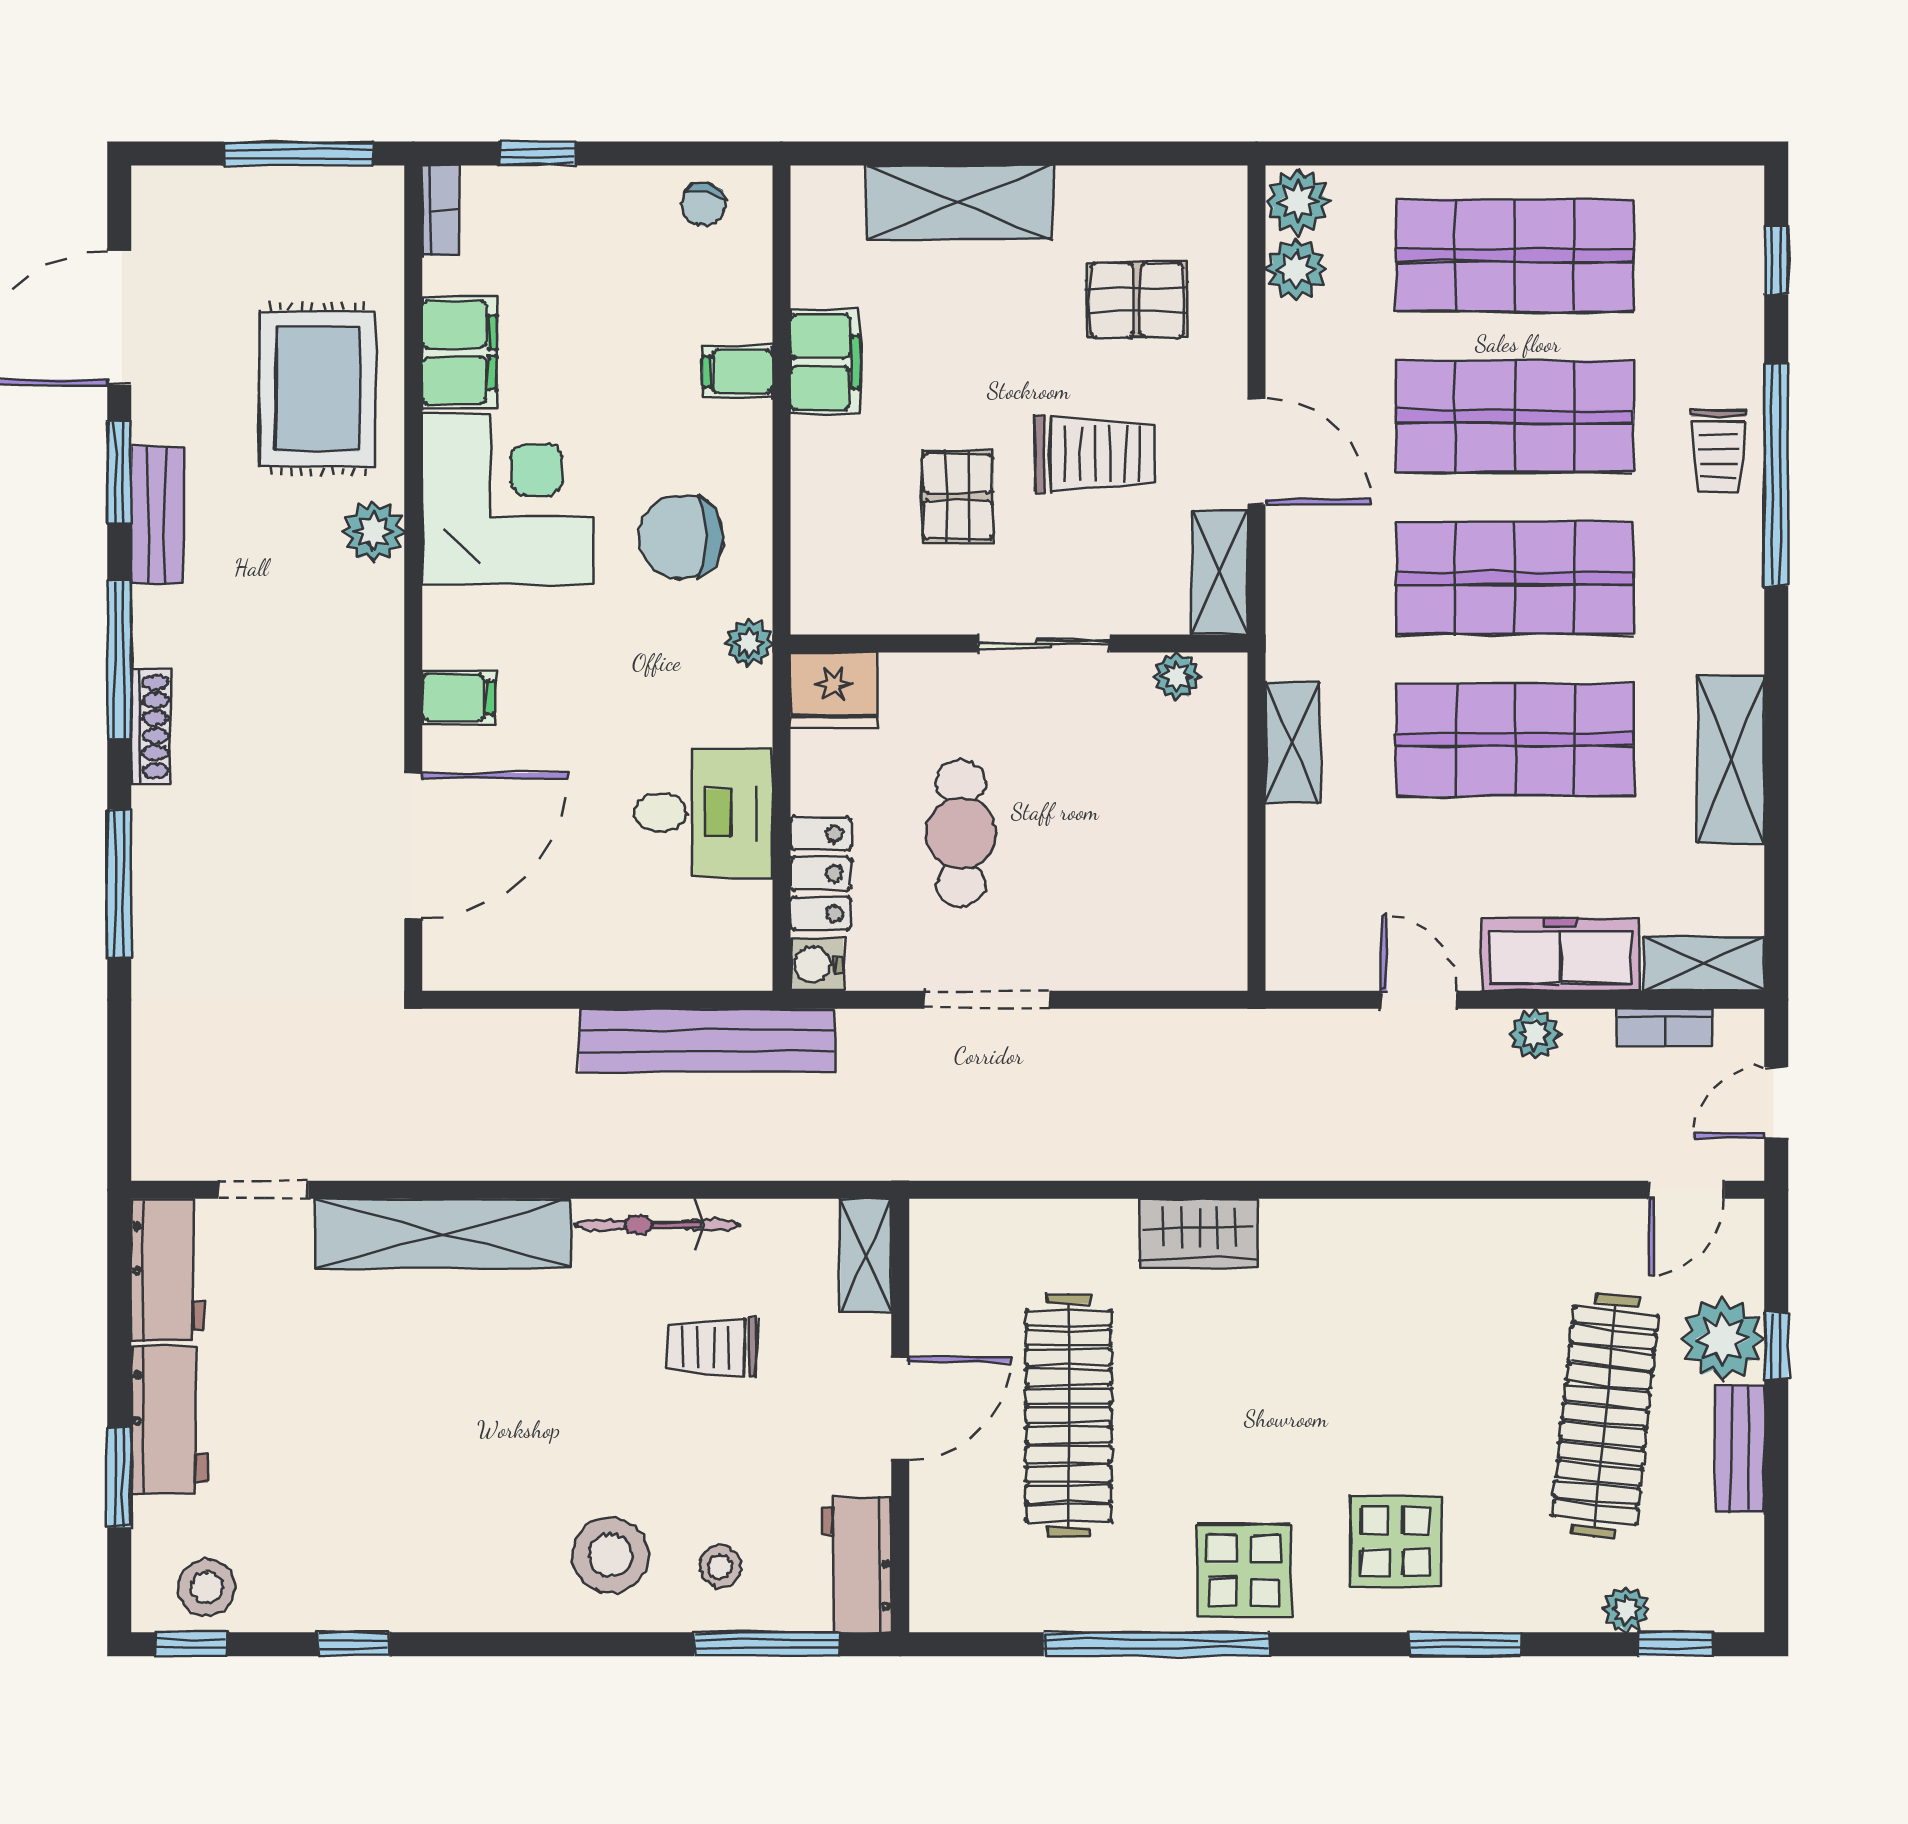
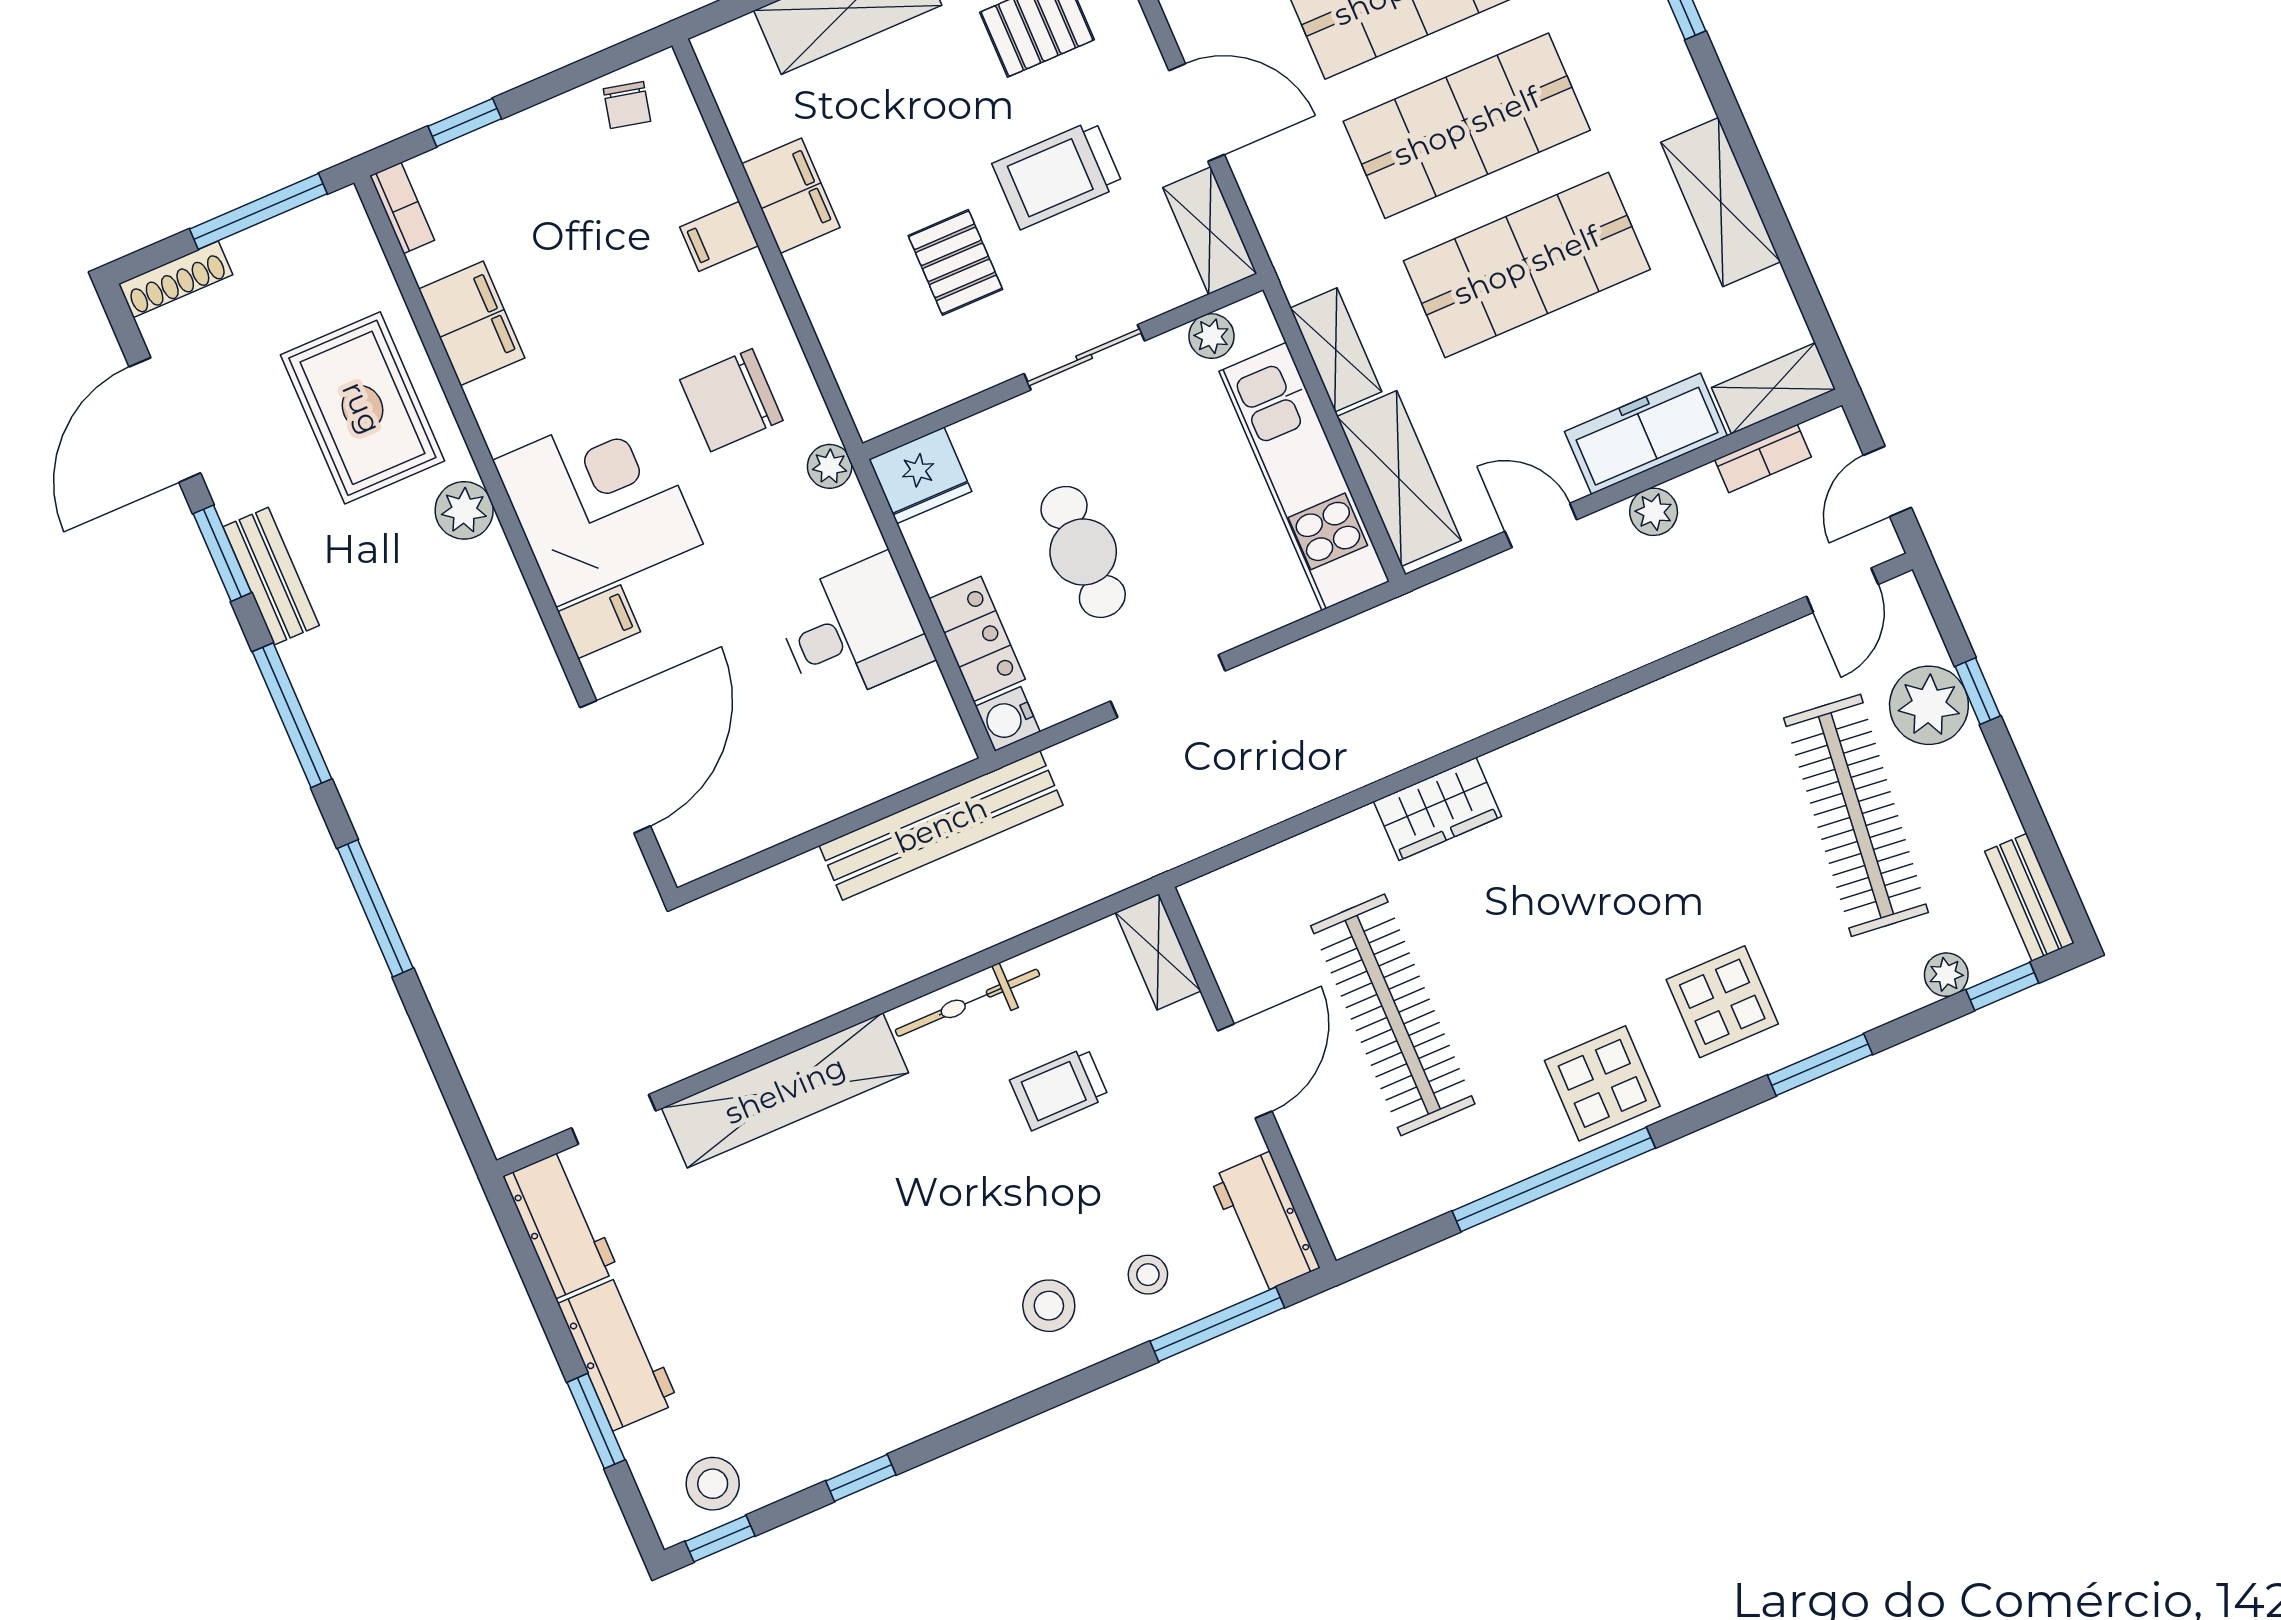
trolley: (1095, 454) -> (1058, 175), turned 180
corner desk: (508, 499) -> (598, 502), moved
shoe rack: (151, 727) -> (176, 279), moved, turned 90
kitchen unit: (1209, 852) -> (1304, 476), added
shelving: (1300, 894) -> (1399, 478), added
bench: (1740, 1449) -> (2029, 897), moved
stool: (610, 1555) -> (1049, 1306), width x0.73, depth x0.73

